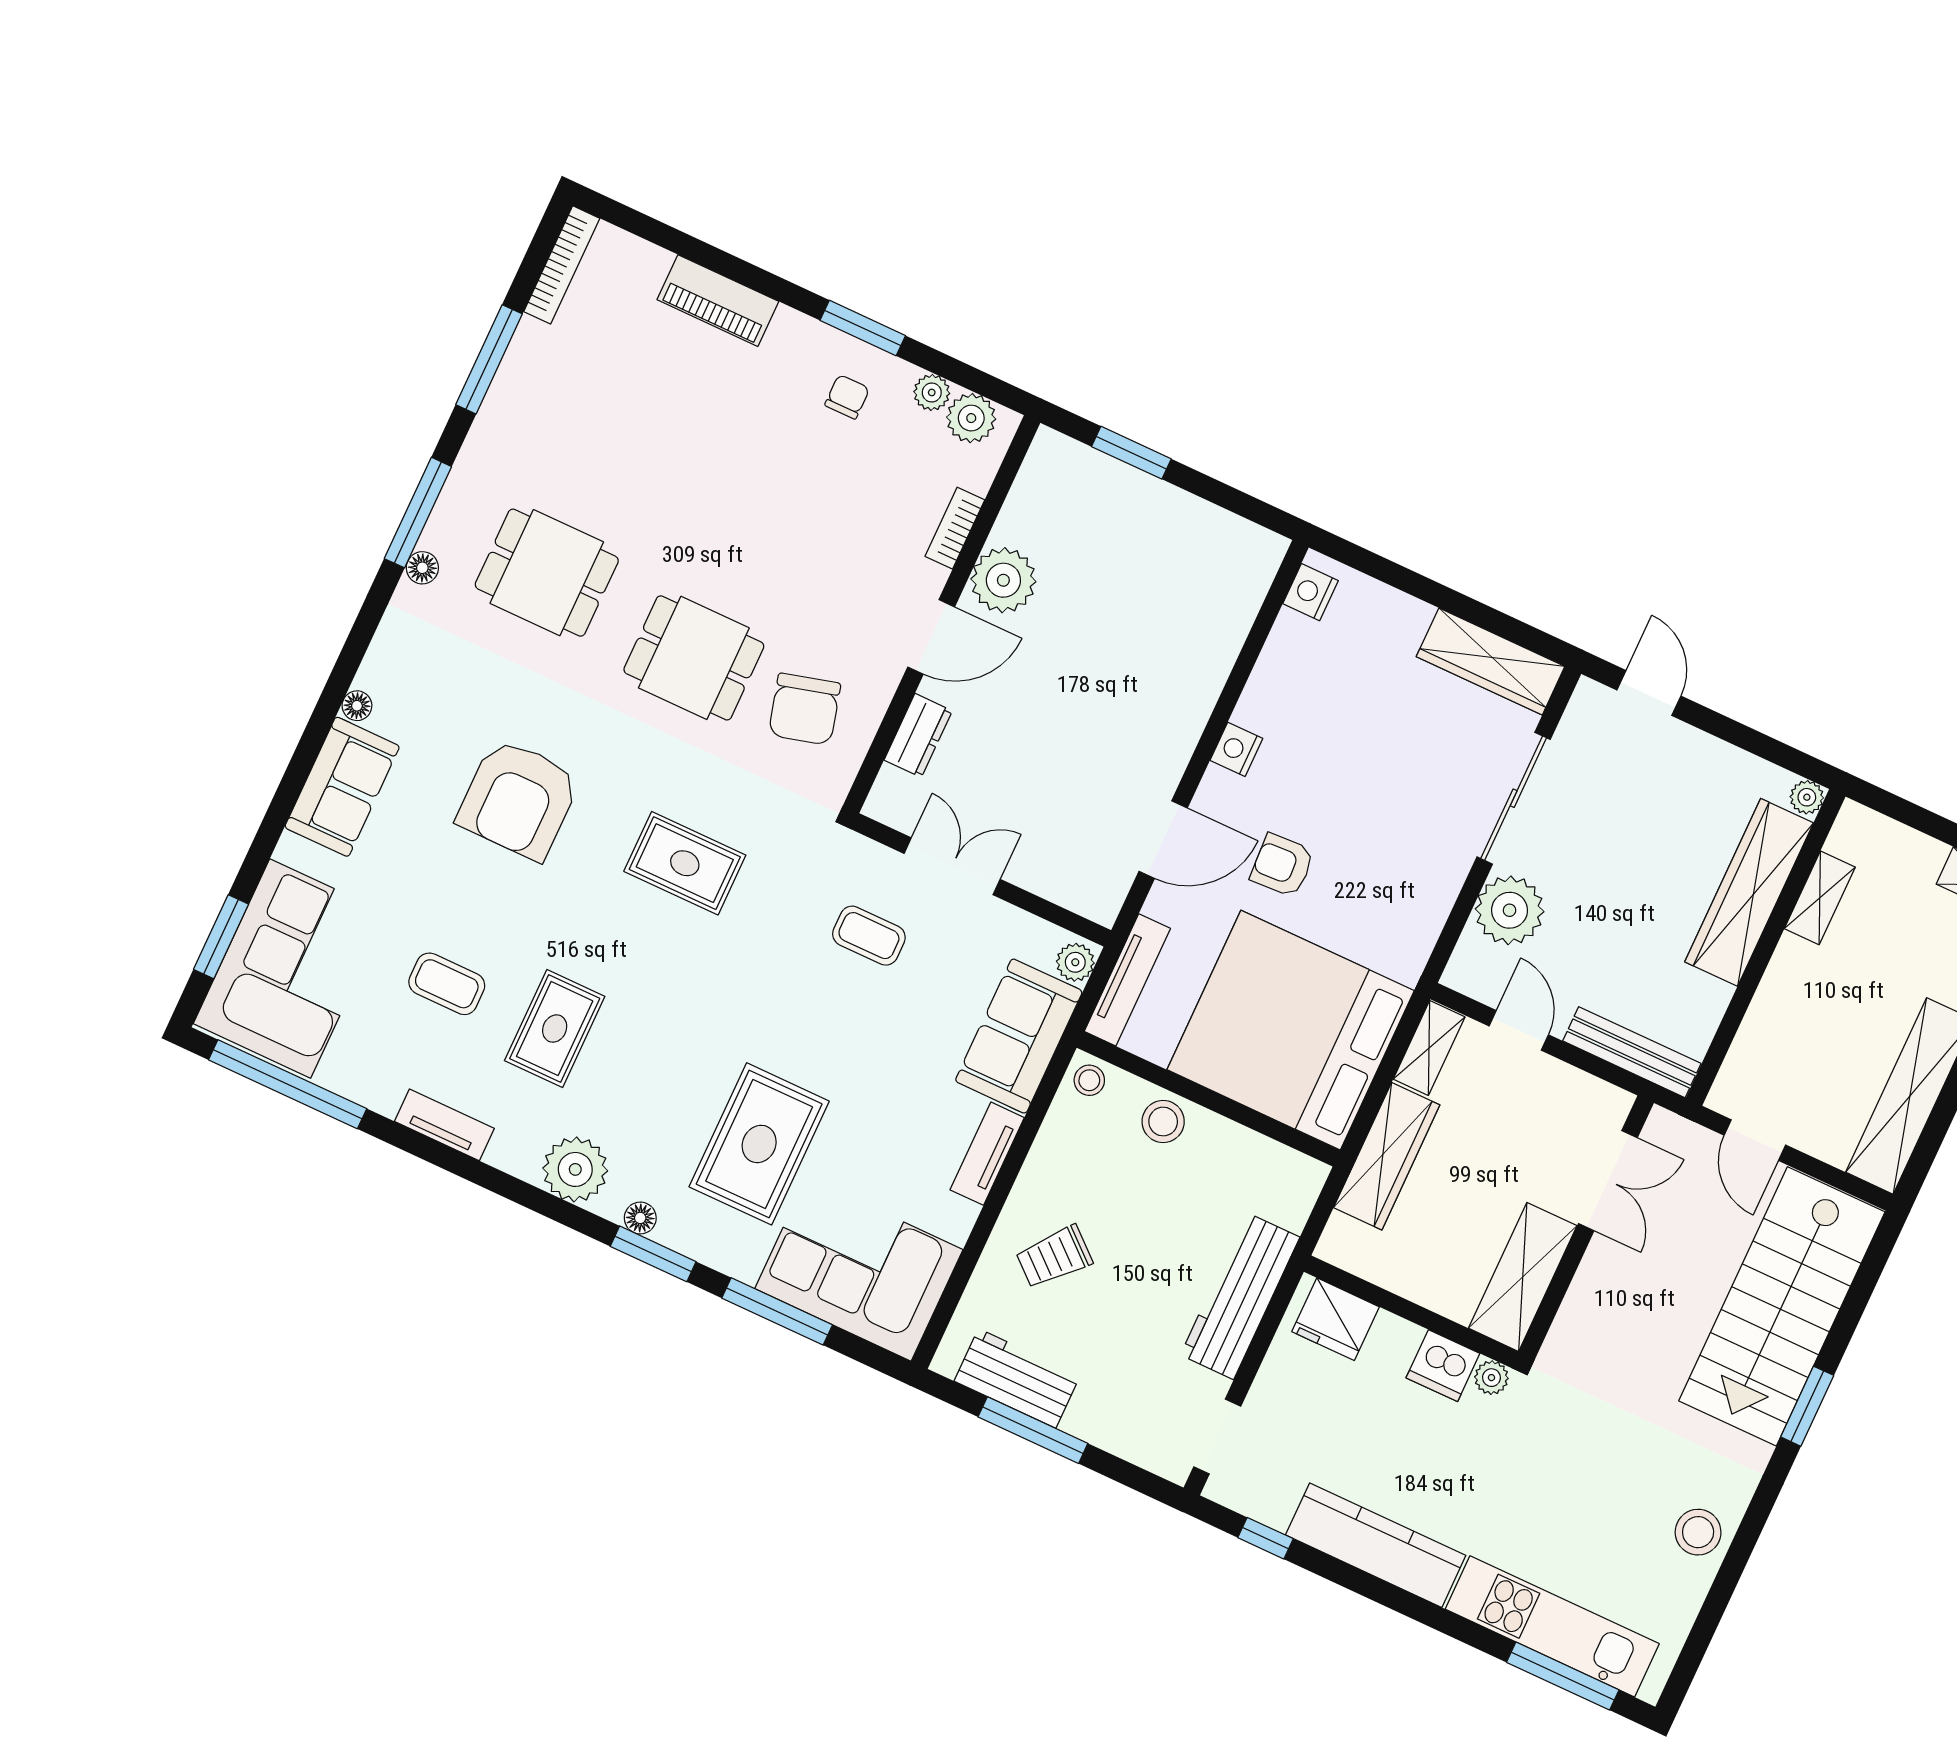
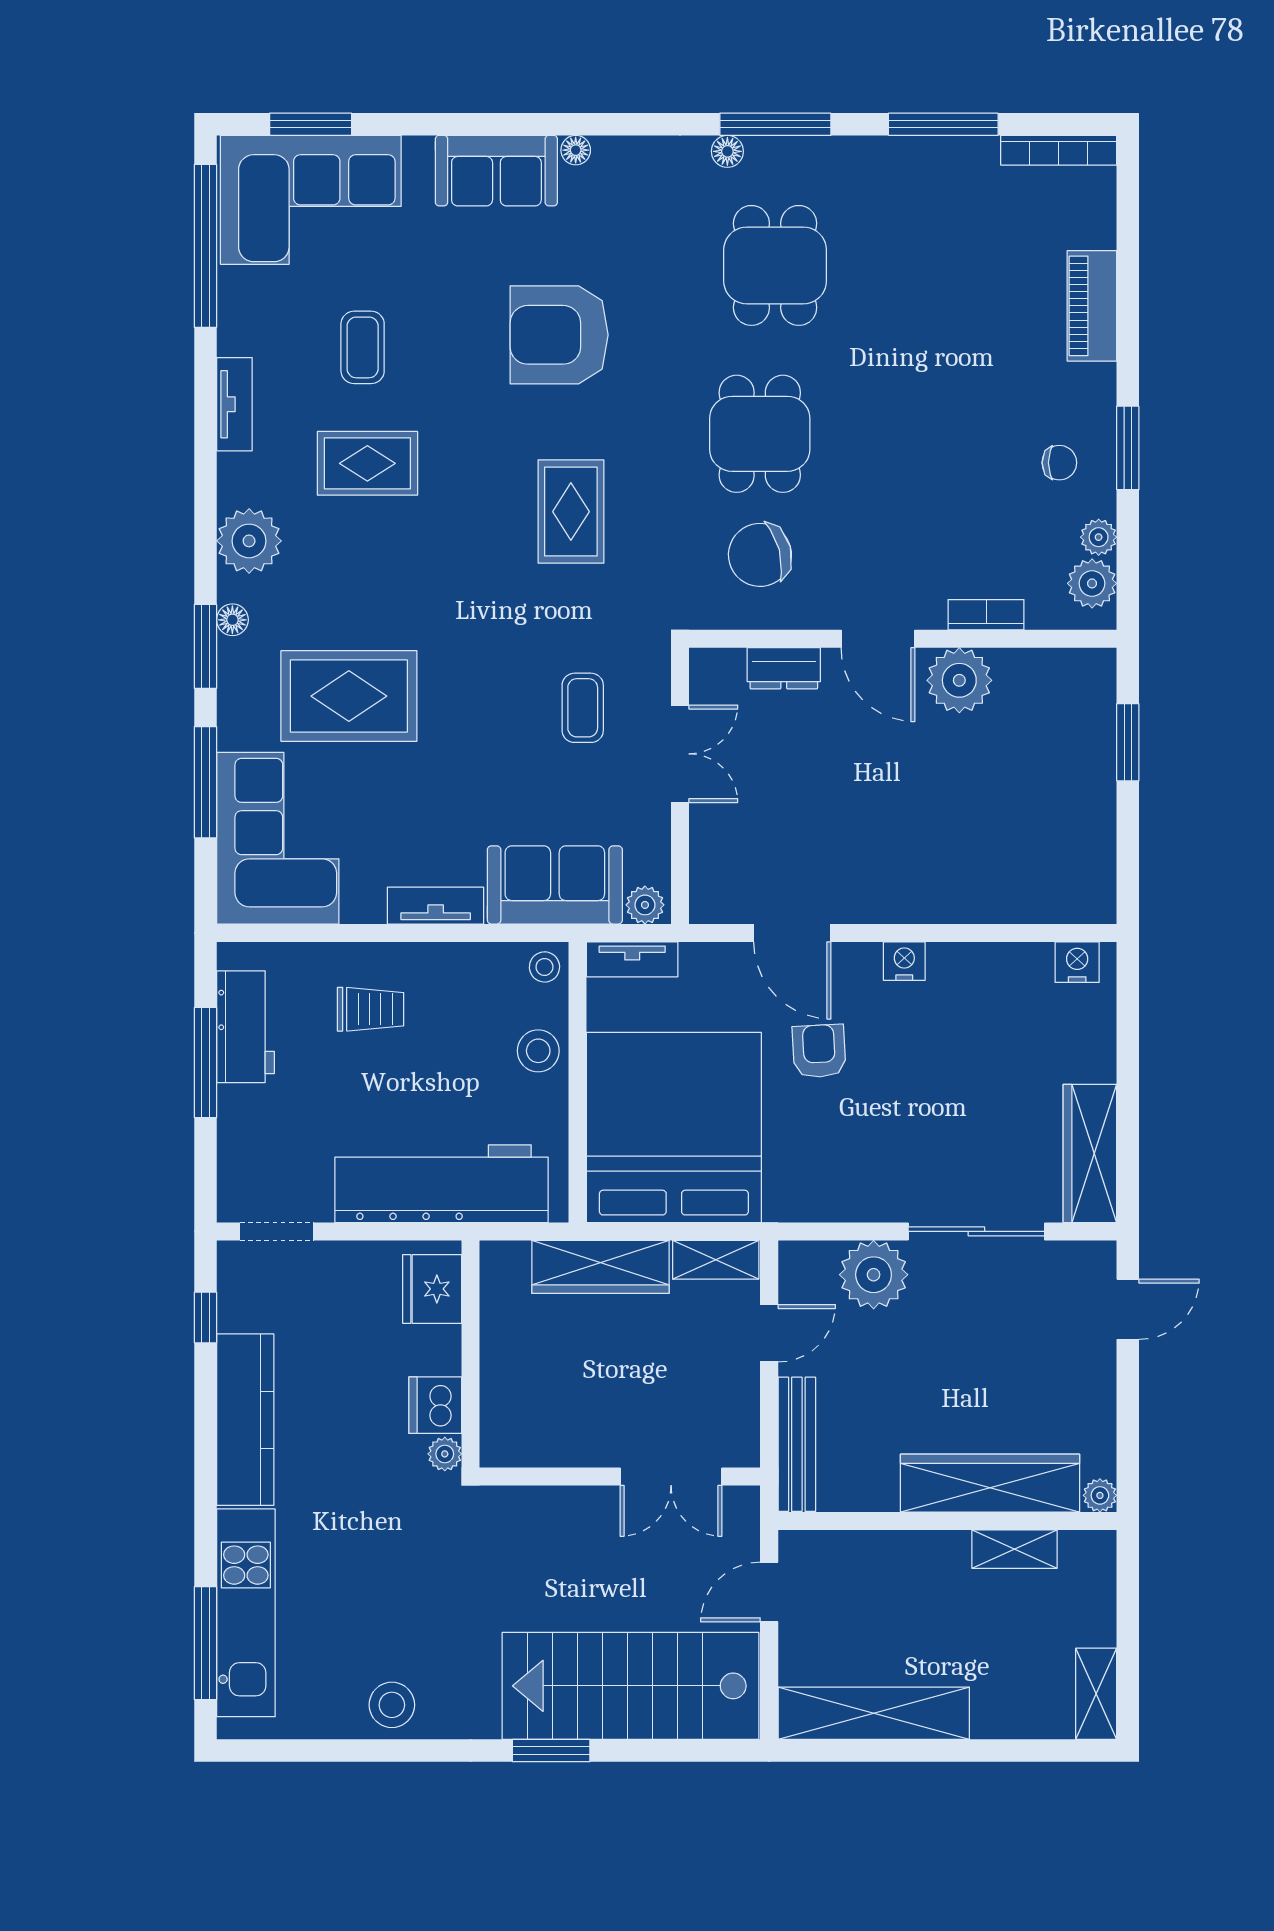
tv unit: (1127, 980) -> (632, 959), width x0.71
trolley: (1054, 1257) -> (371, 1009), turned 139
shelving: (1523, 1277) -> (549, 1440), removed
workbench: (1240, 1296) -> (442, 1184), width x1.36, depth x1.32

